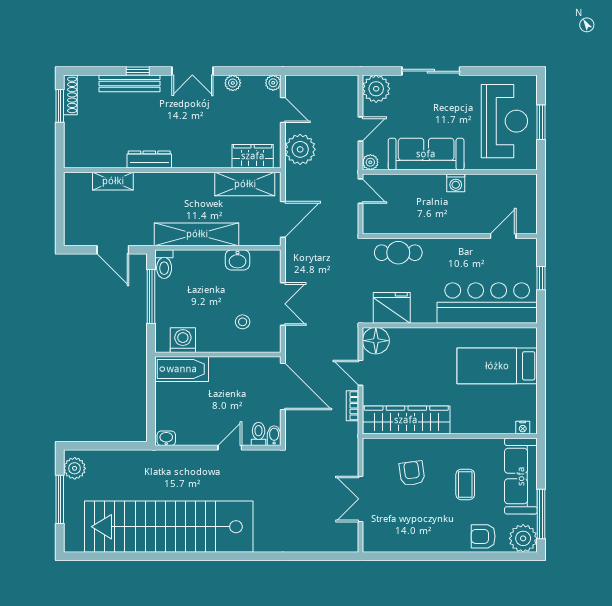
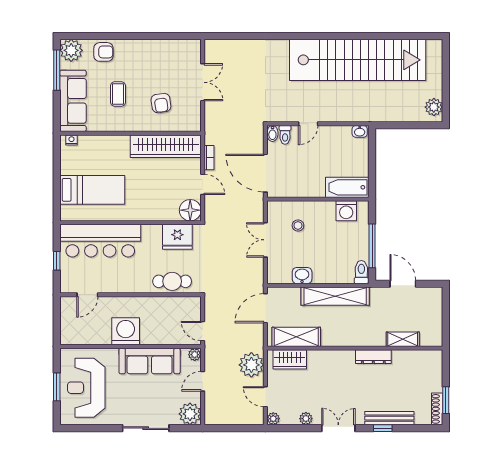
washing machine: (456, 183) -> (126, 331), width x1.89, depth x1.89
window: (60, 499) -> (446, 82), removed

